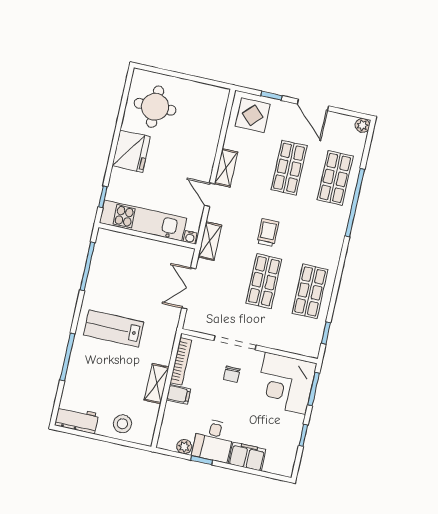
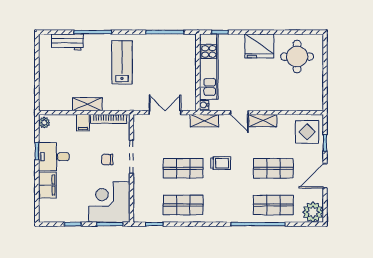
plant: (362, 125) -> (313, 212), width x1.88, depth x1.88
door: (209, 195) -> (239, 113), swing flipped
workbench: (77, 419) -> (67, 42), moved, turned 90
stool: (122, 424) -> (51, 85), removed
plant: (184, 447) -> (44, 123), moved

